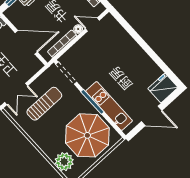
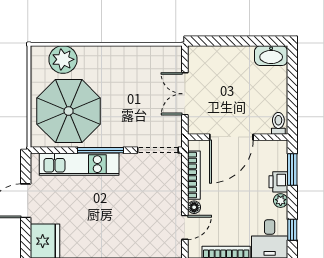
double door: (16, 94) -> (185, 94), moved
sun lounger: (44, 104) -> (146, 96), removed

